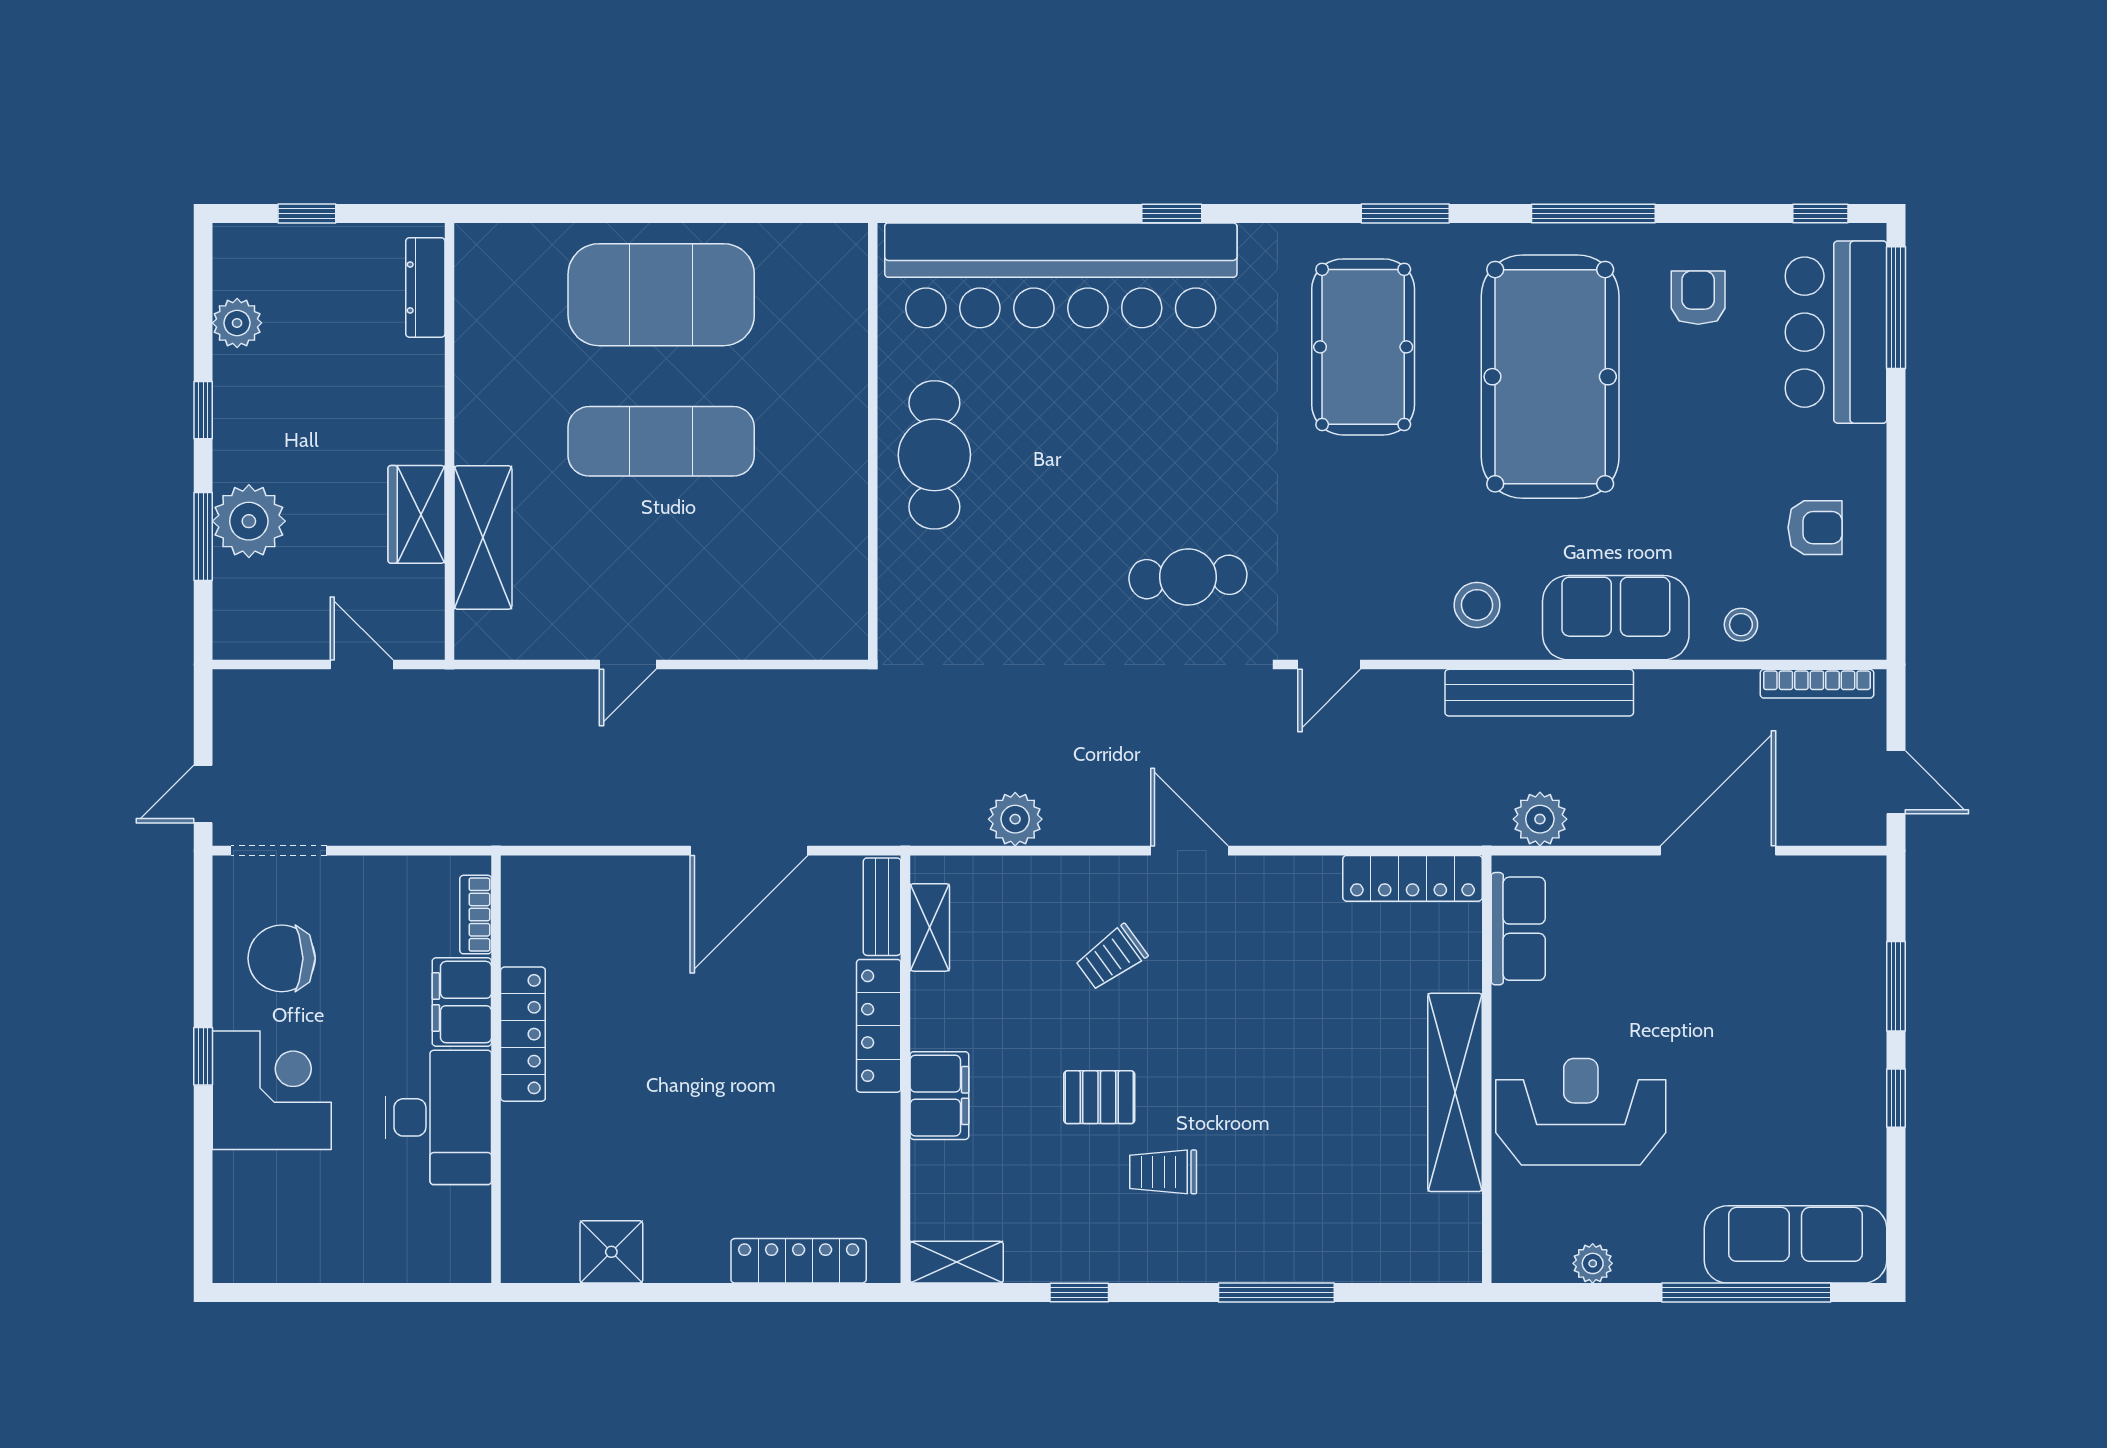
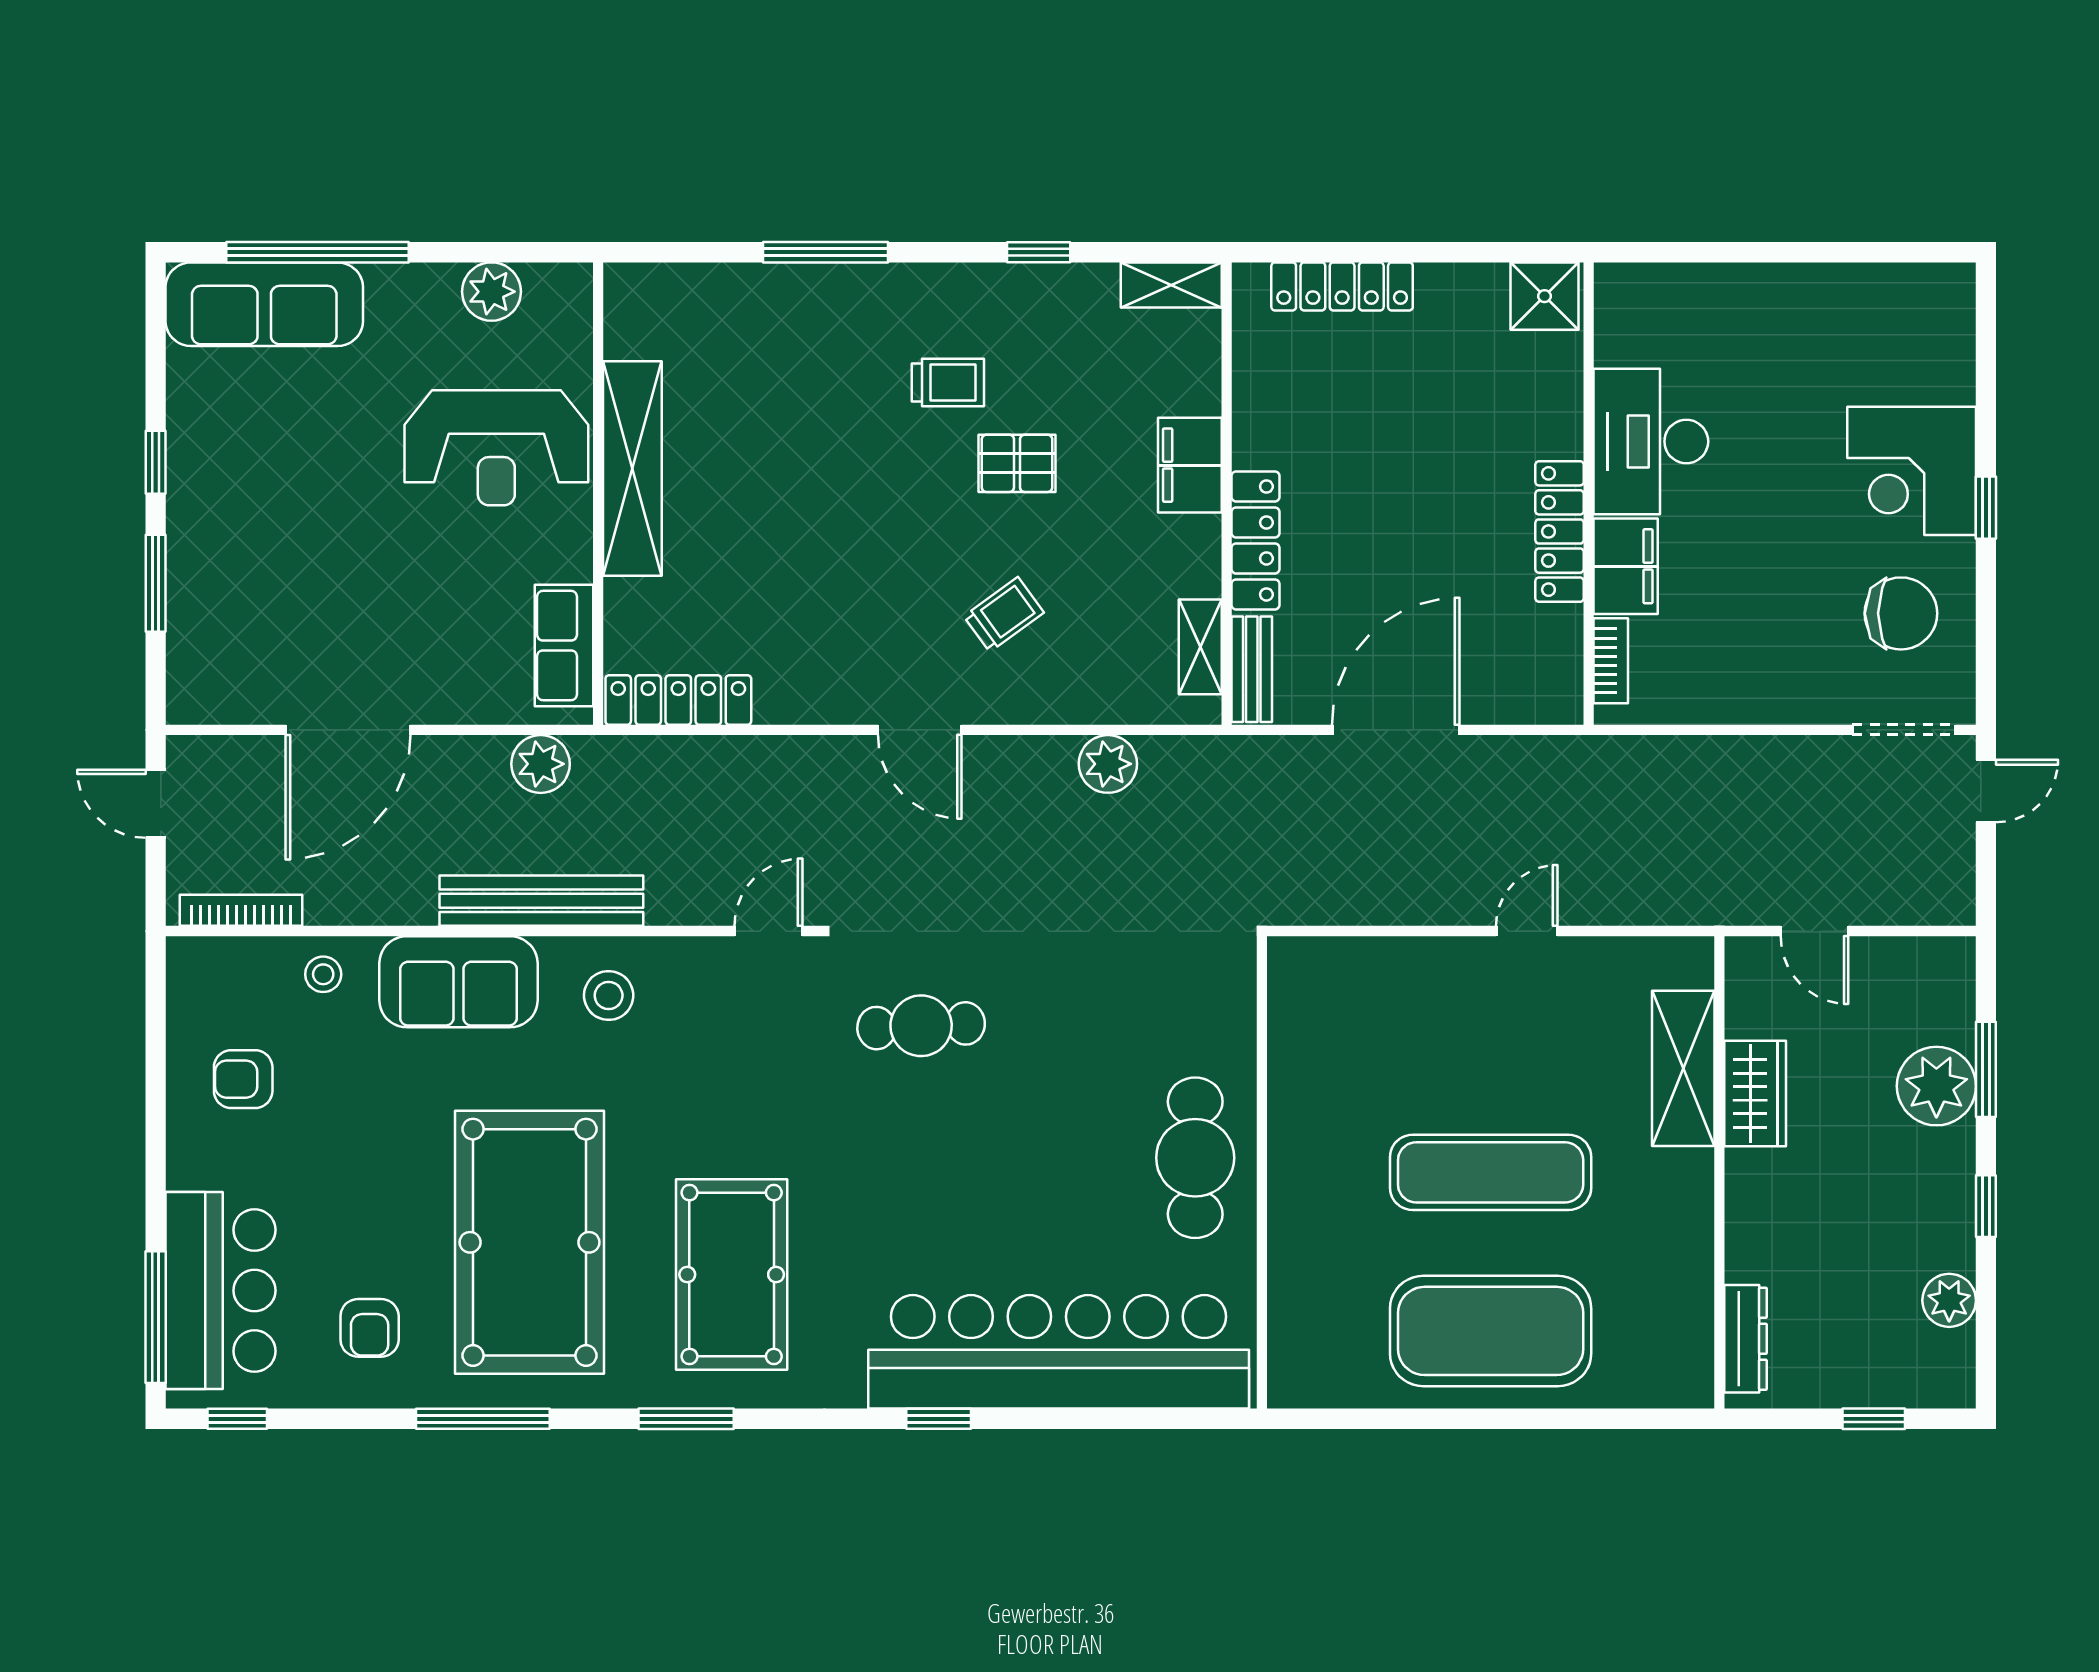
bookcase: (476, 915) -> (1611, 661), moved
filing cabinet: (462, 1002) -> (1626, 566), moved
locker: (523, 1034) -> (1560, 531), moved
wall: (496, 1069) -> (1589, 494), moved
desk: (439, 1117) -> (1651, 441), moved
plant: (1593, 1263) -> (491, 292), width x1.38, depth x1.38

